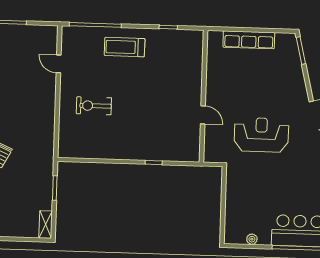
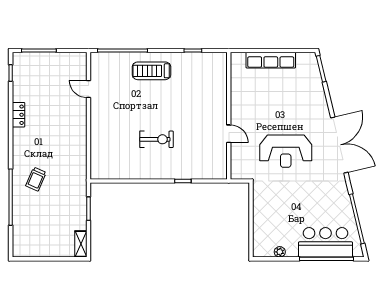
exercise bike: (94, 106) -> (156, 139), moved, turned 180
reception desk: (261, 135) -> (286, 151), turned 180

